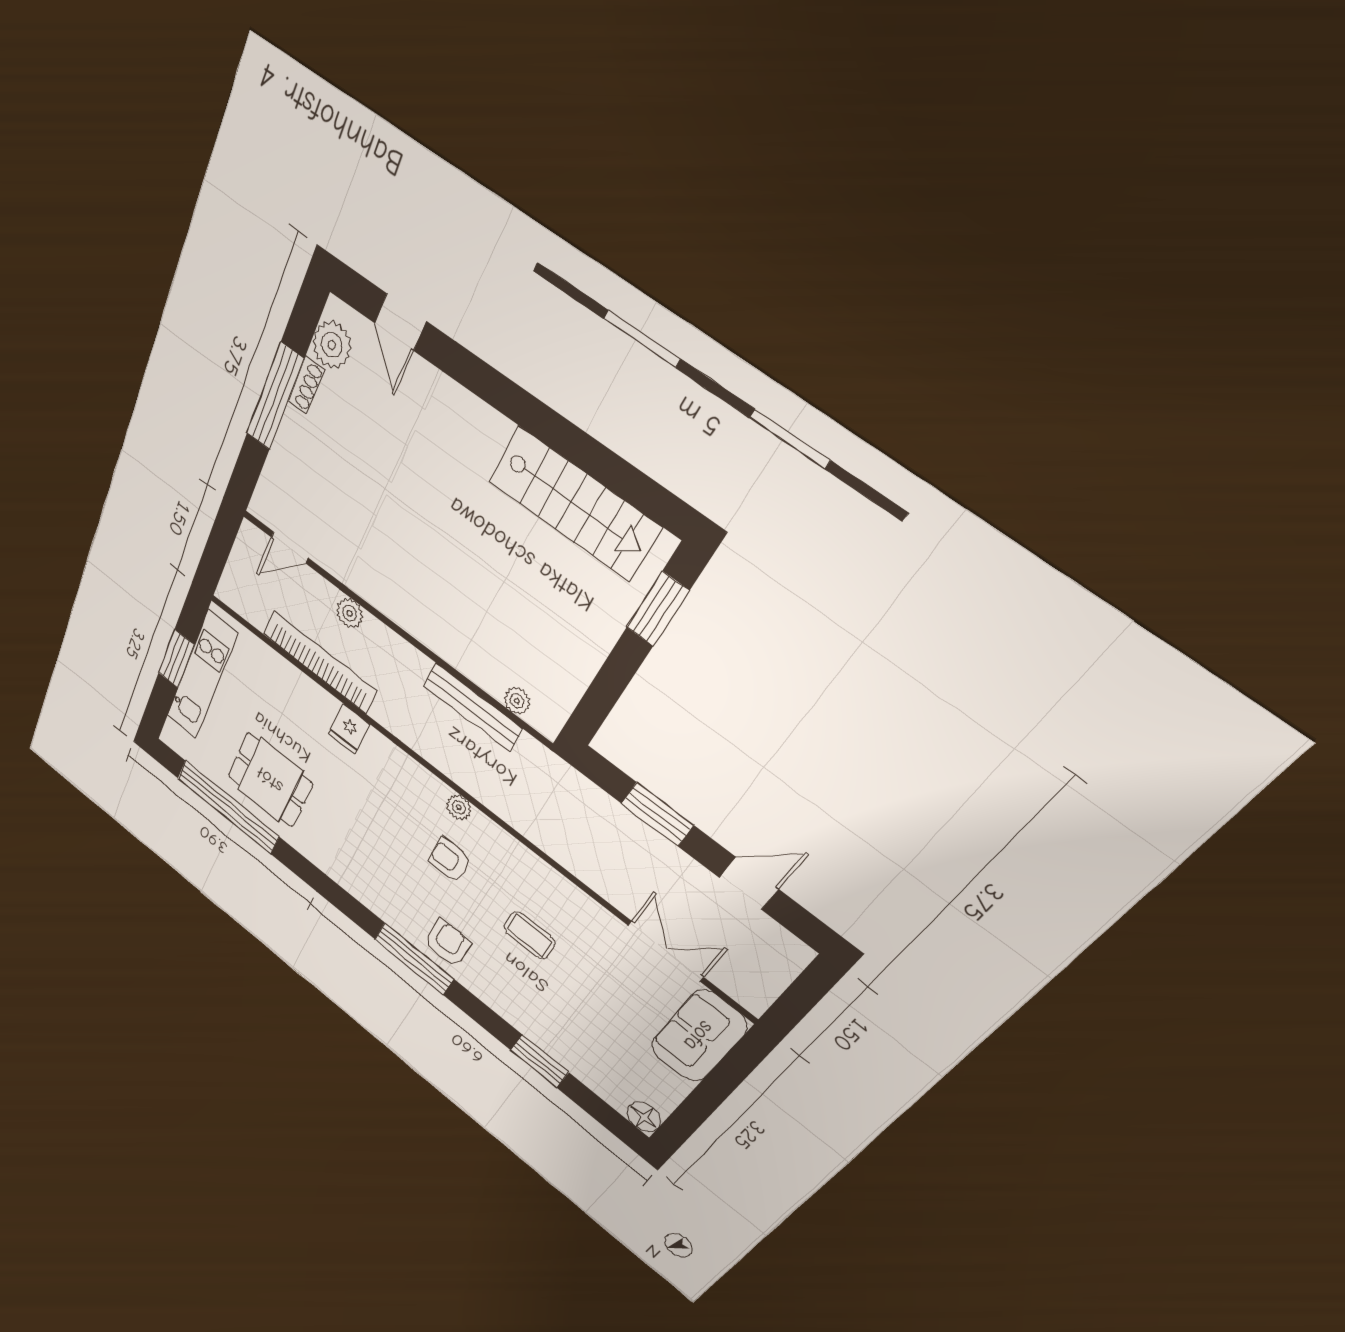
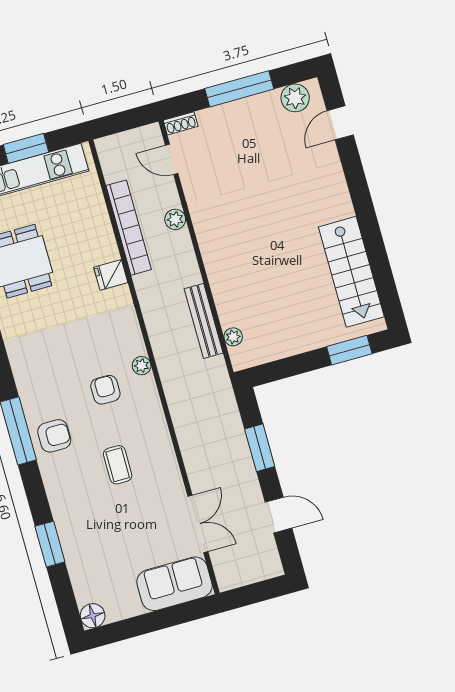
shoe rack: (306, 385) -> (181, 123), moved

